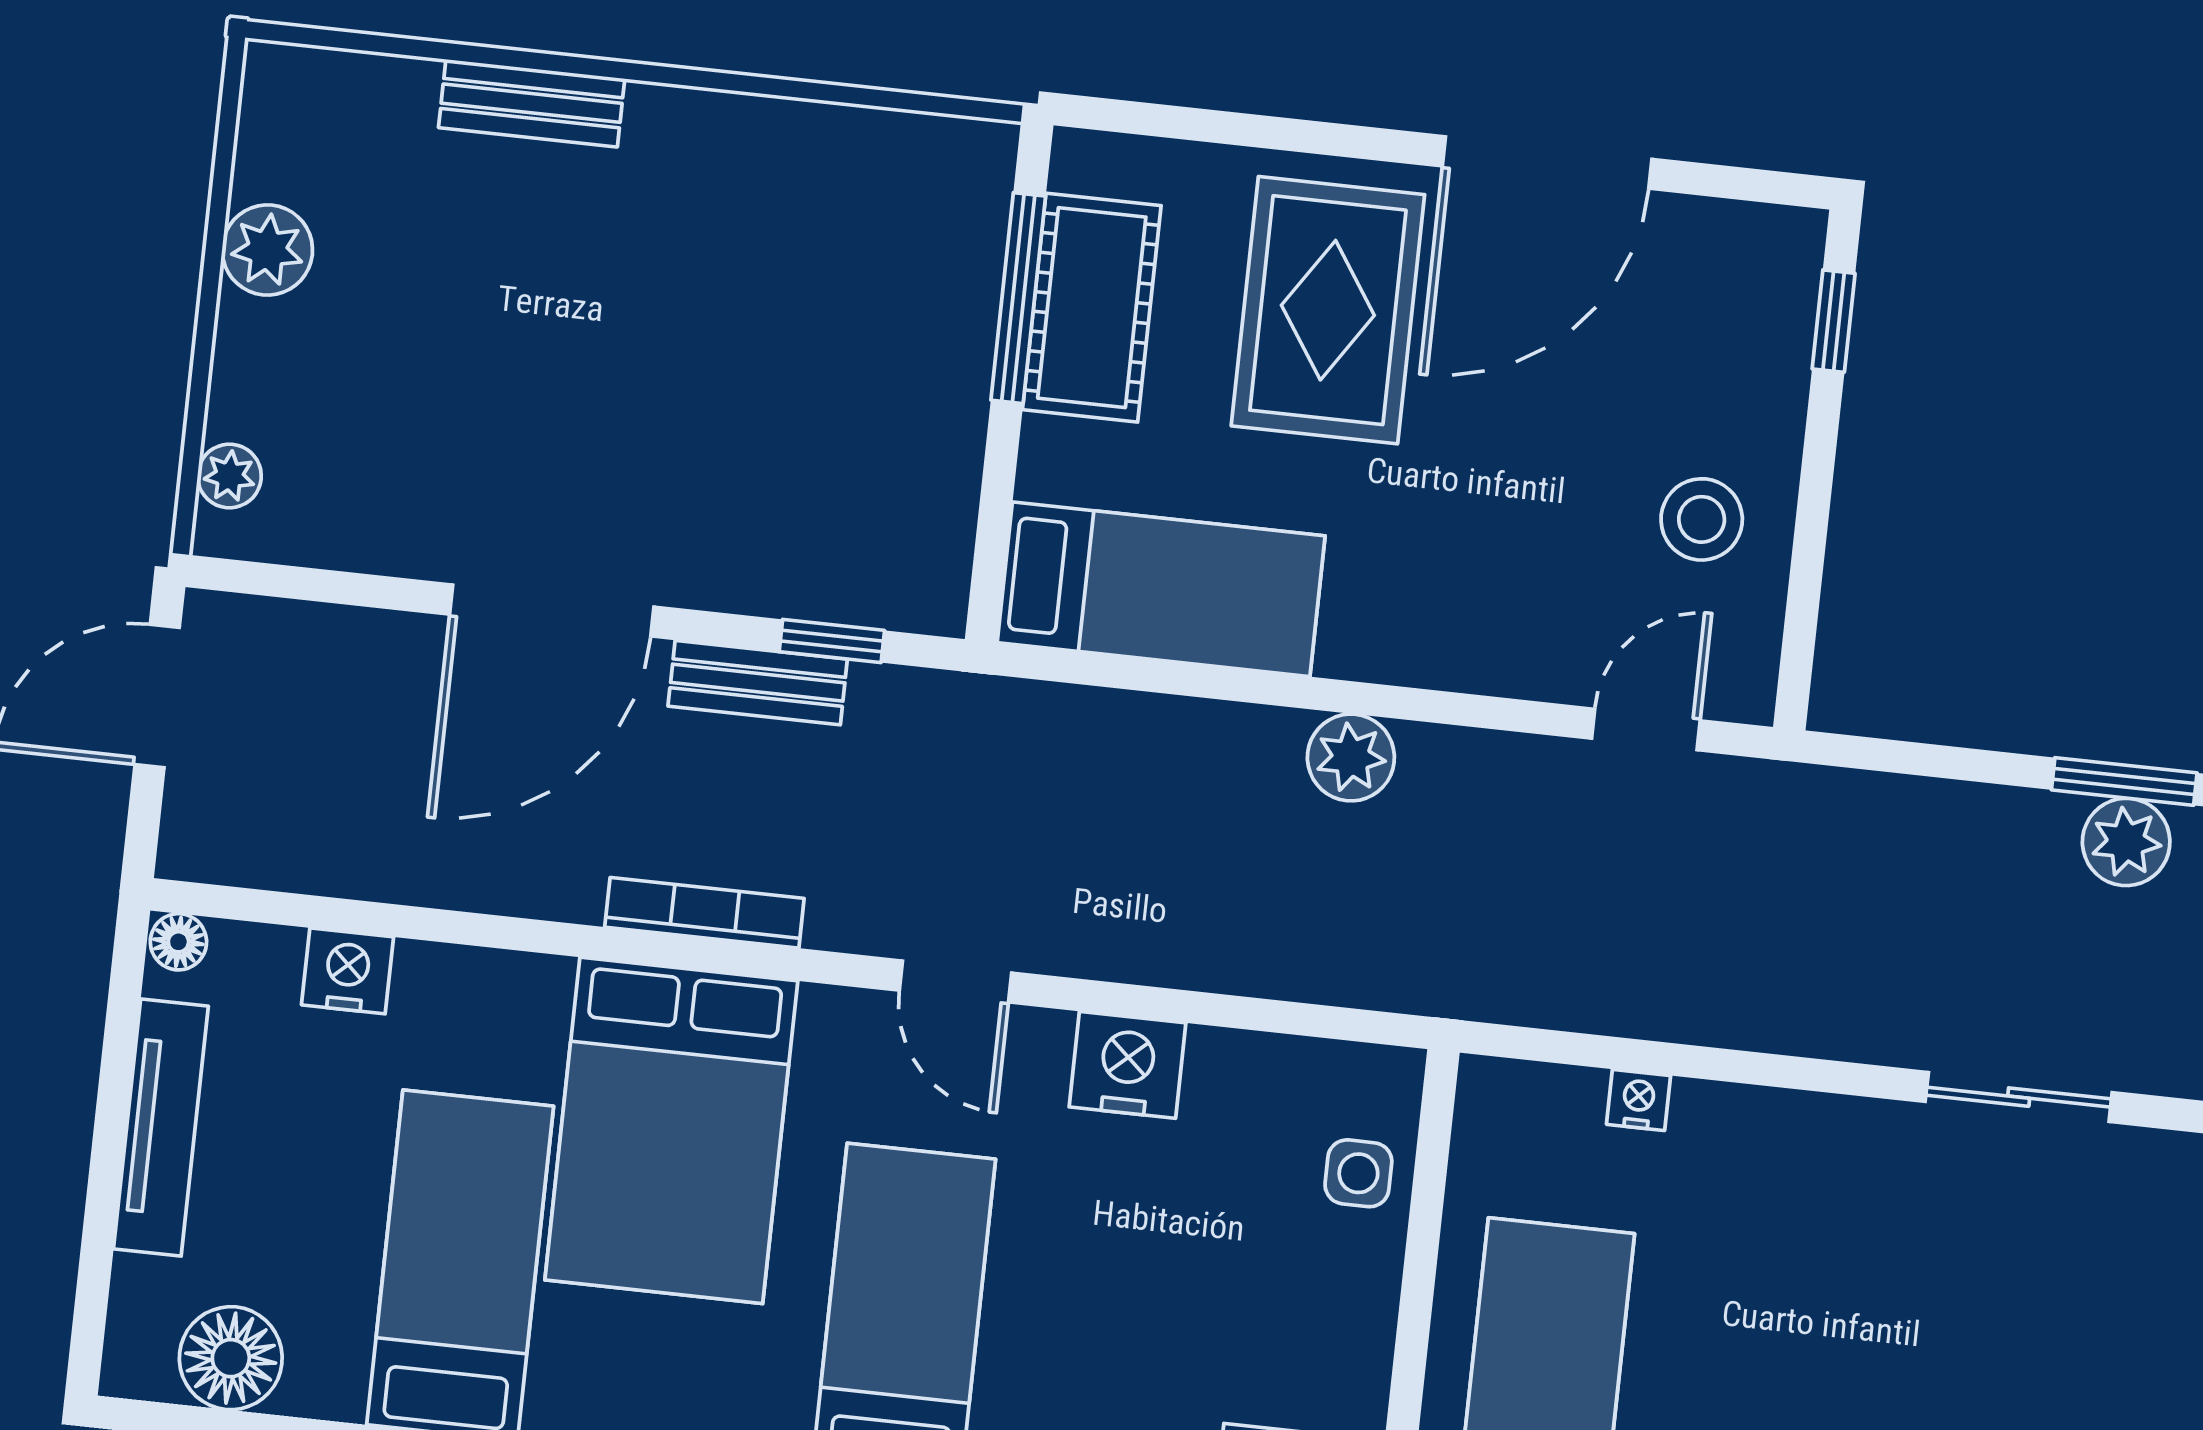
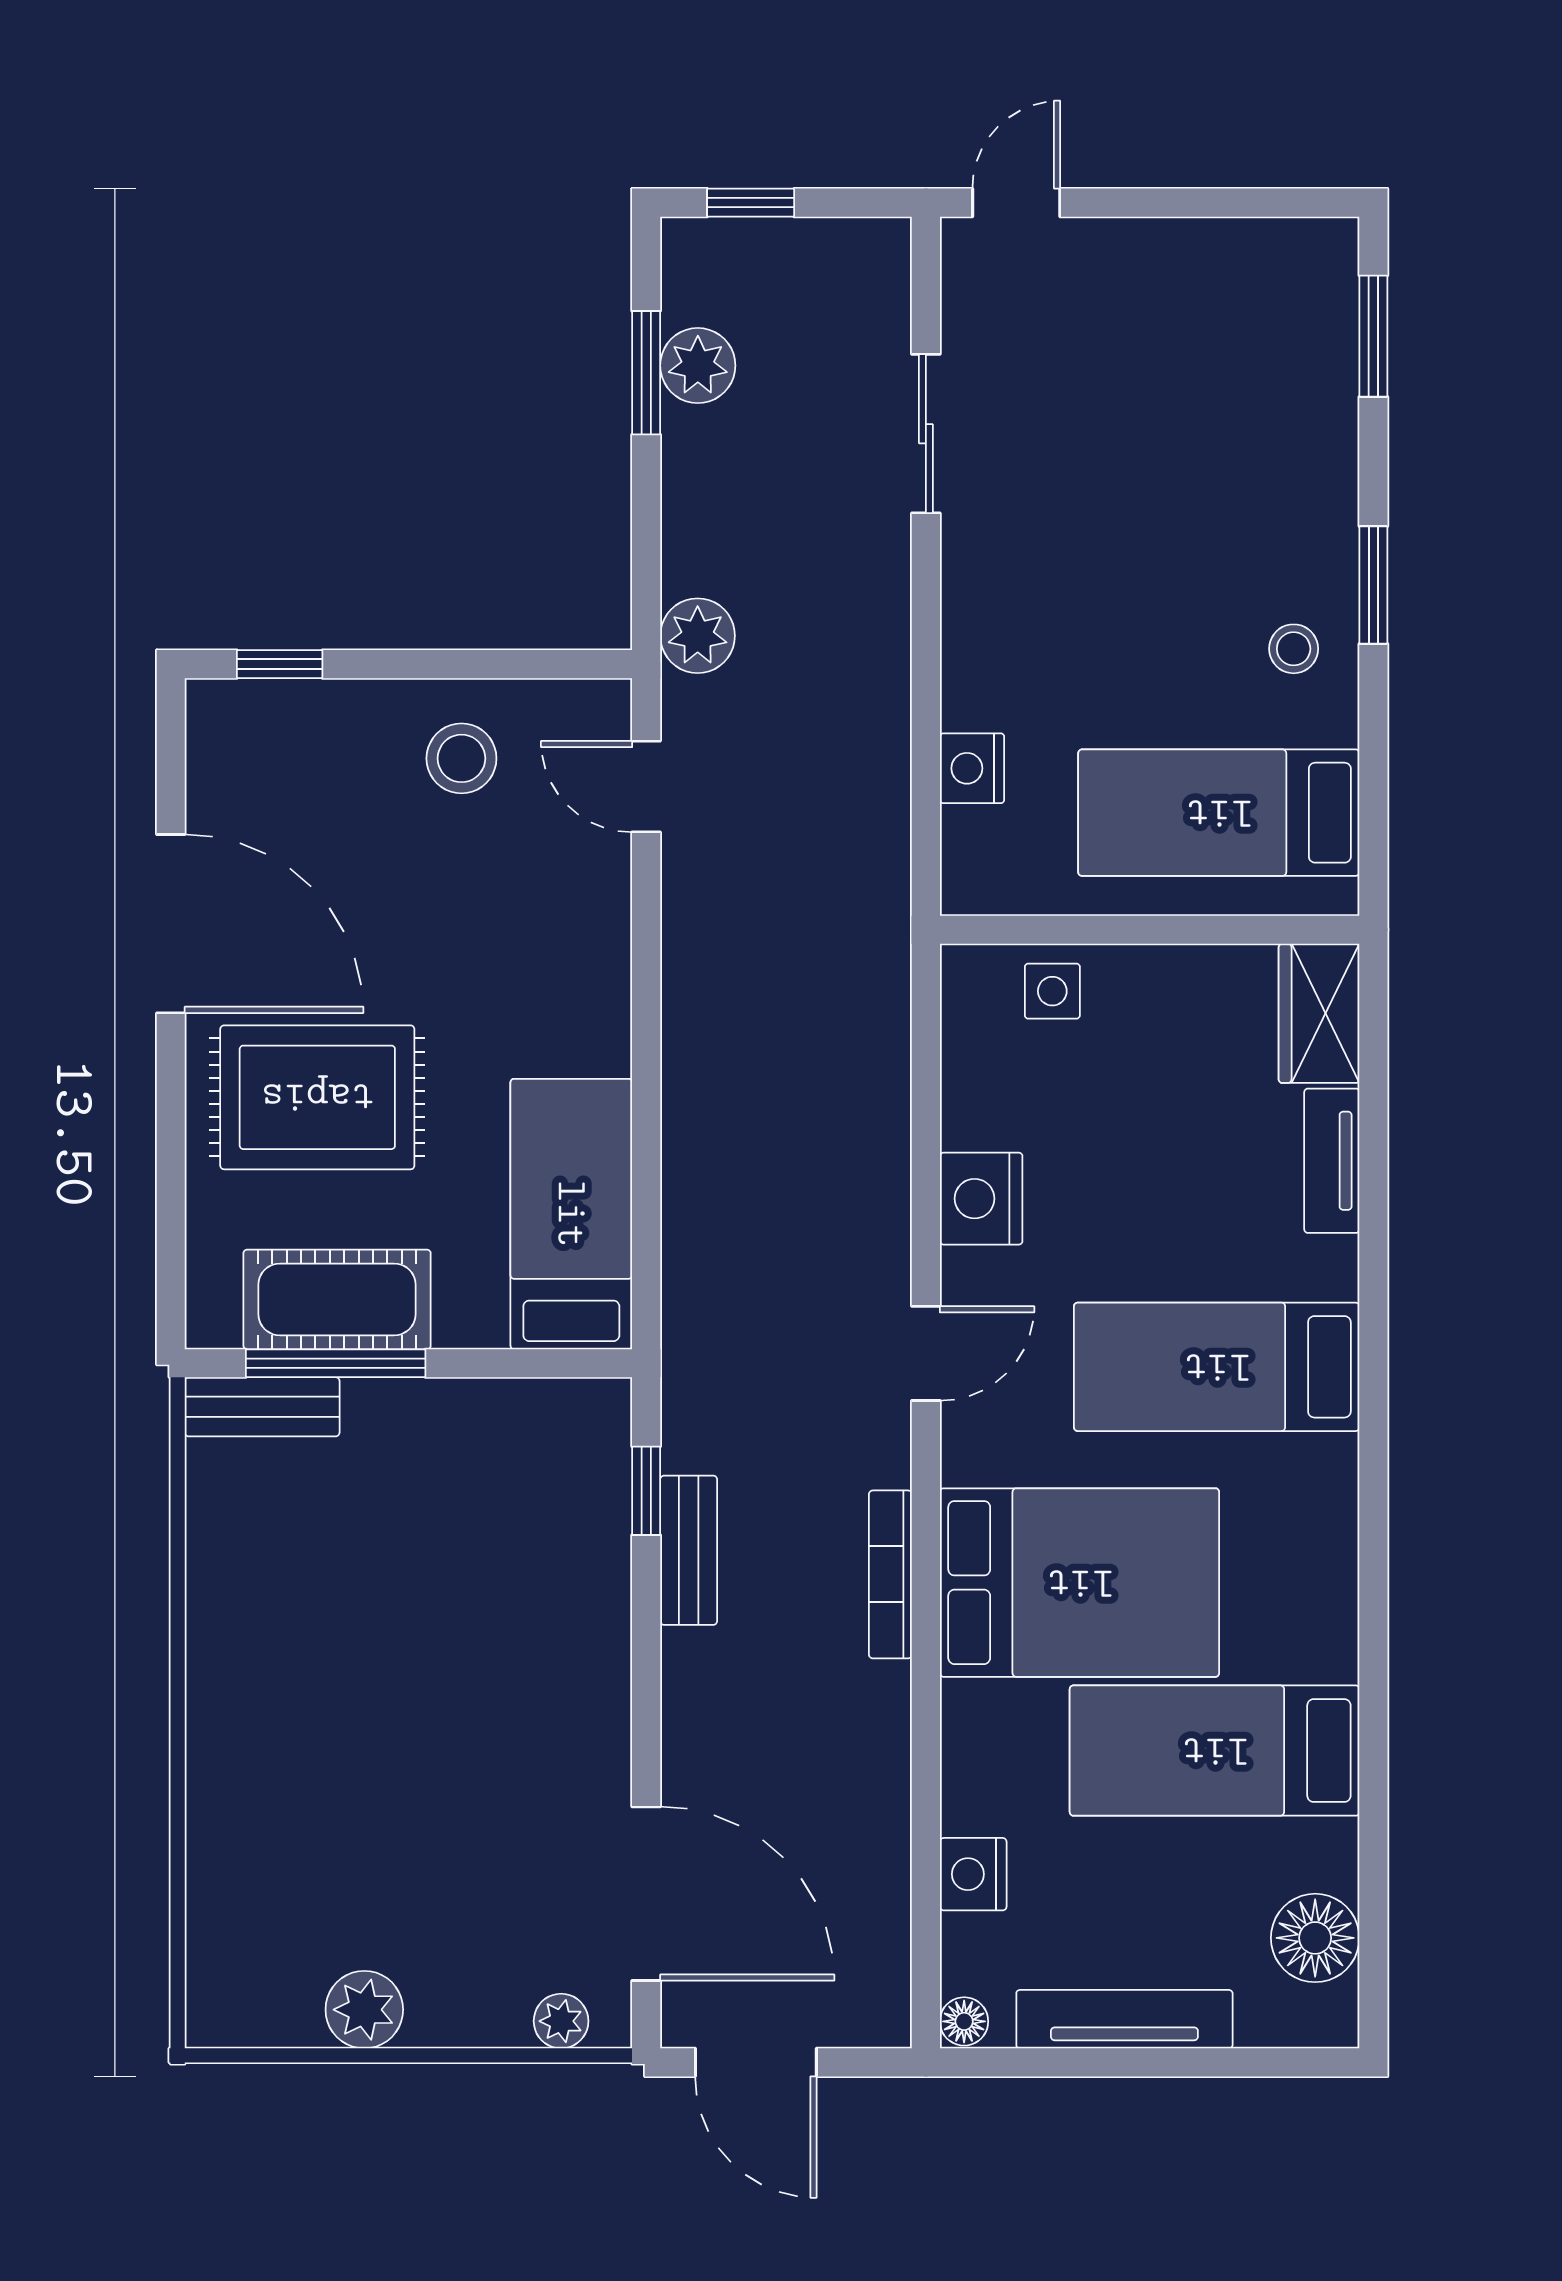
bench: (532, 103) -> (262, 1407), moved, turned 90
door: (552, 611) -> (646, 1894), moved
plant: (1351, 757) -> (698, 636), moved
nightstand: (1639, 1100) -> (972, 768), width x1.39, depth x1.35

